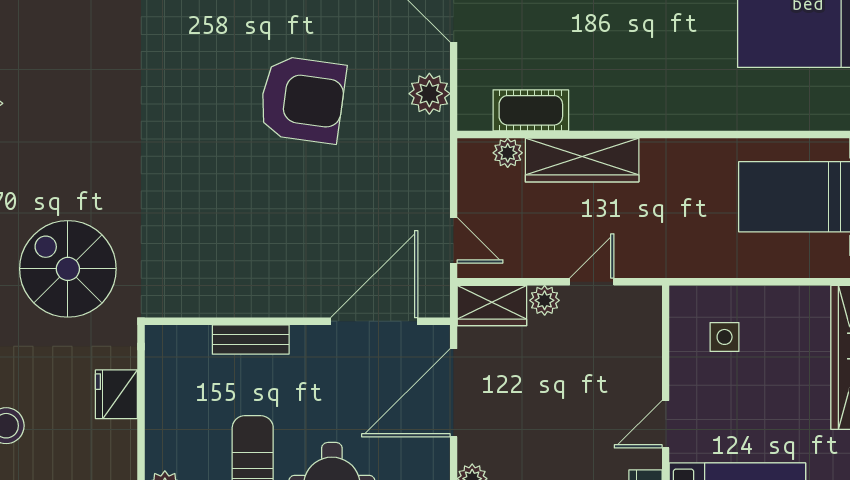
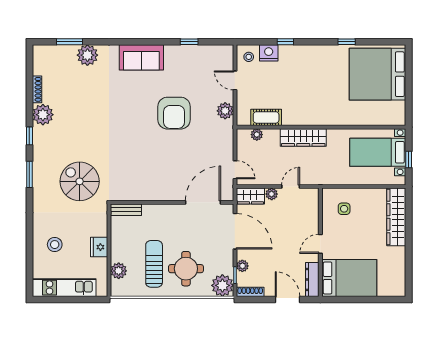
armchair: (302, 99) -> (174, 113), turned 82
wardrobe: (582, 160) -> (303, 137), moved
bench: (251, 340) -> (126, 210), moved
door: (454, 393) -> (235, 231), swing flipped
fridge: (116, 394) -> (99, 247), moved

